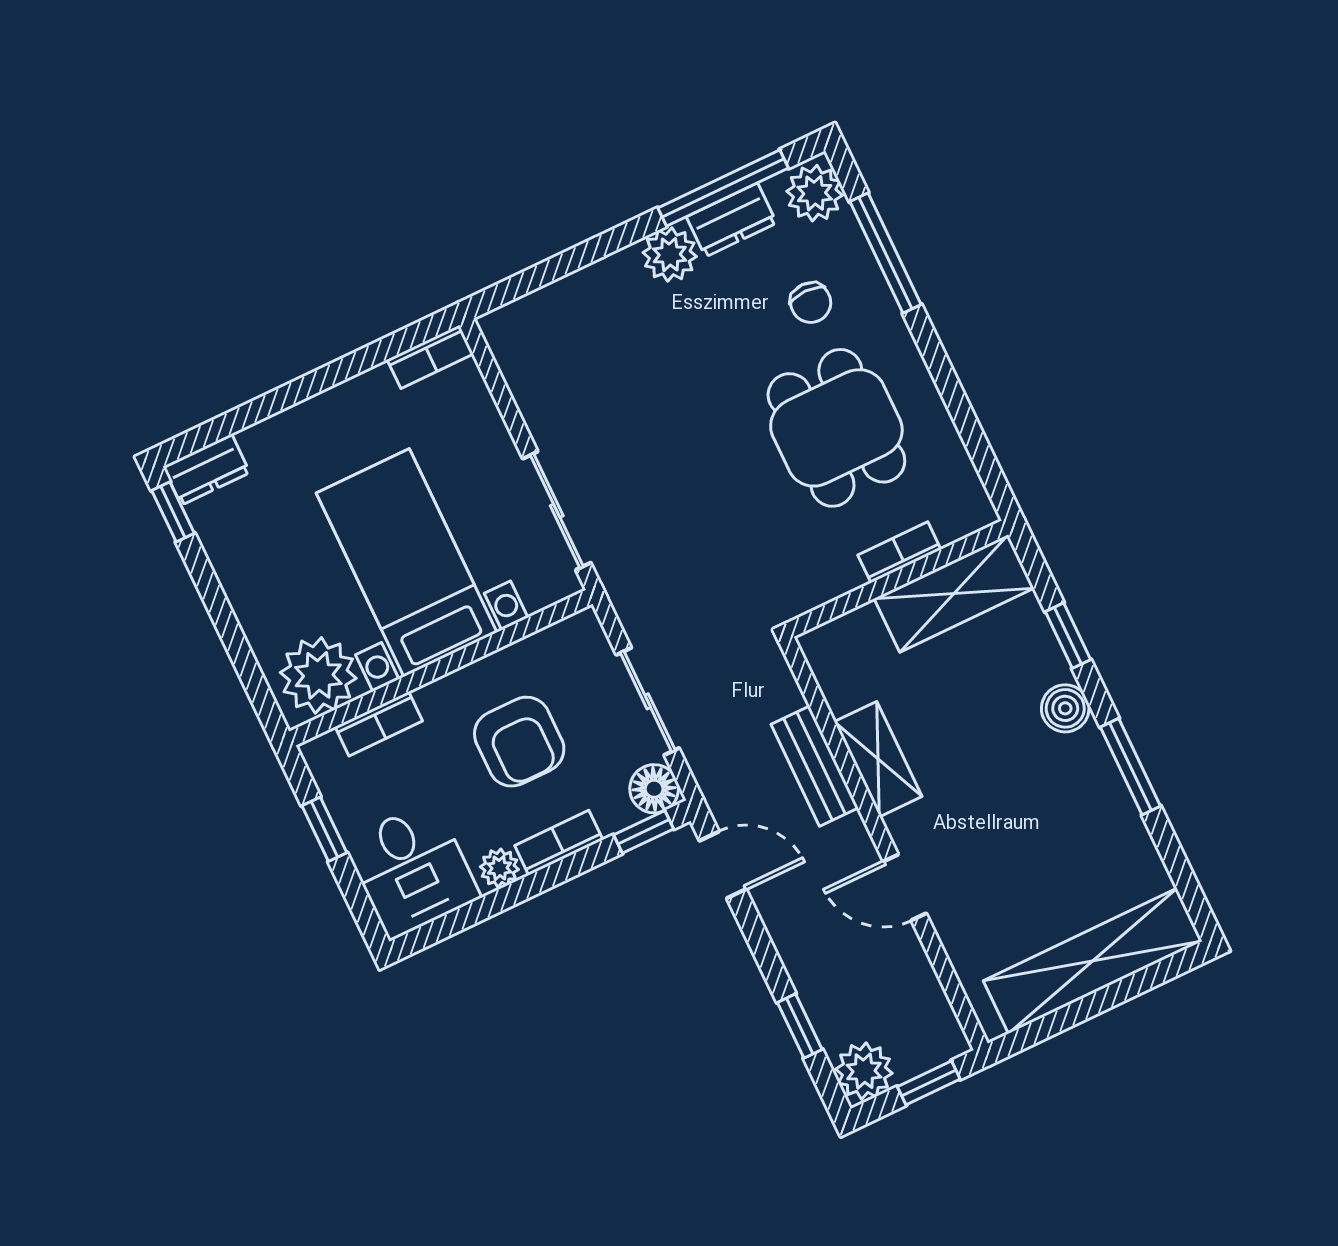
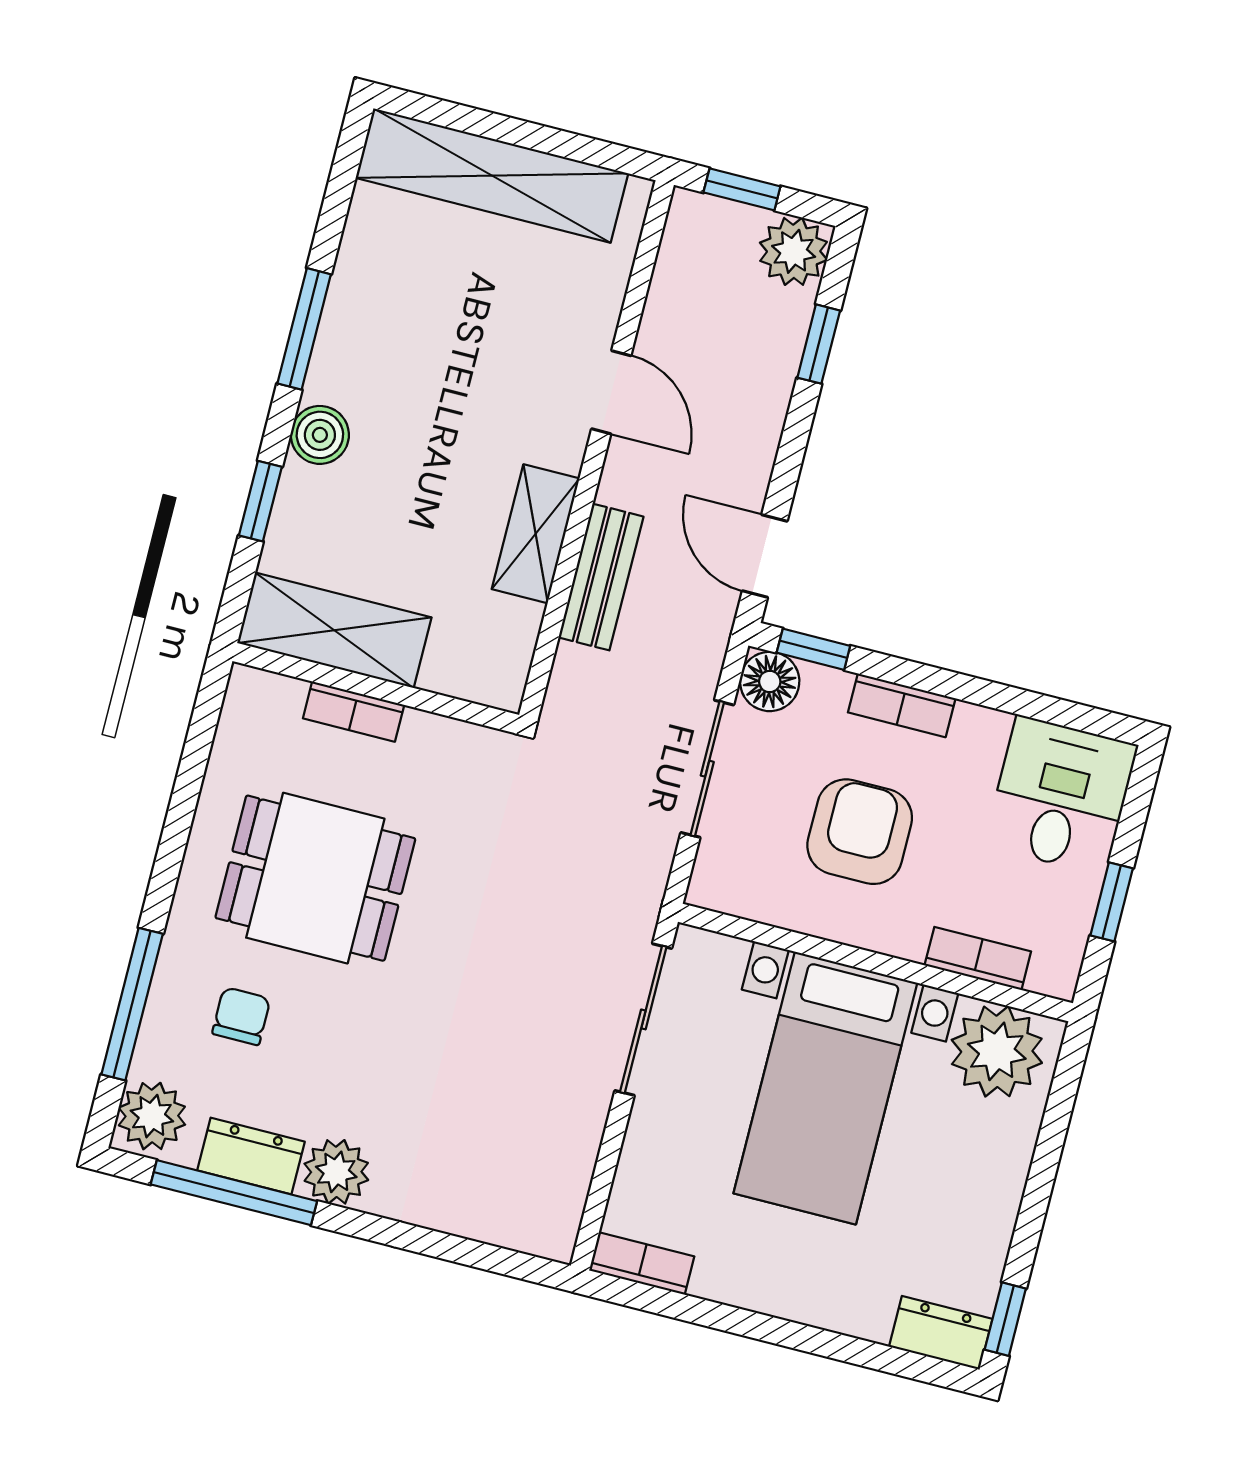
dining table: (836, 428) -> (315, 878), turned 90
plant: (499, 868) -> (977, 728), removed

